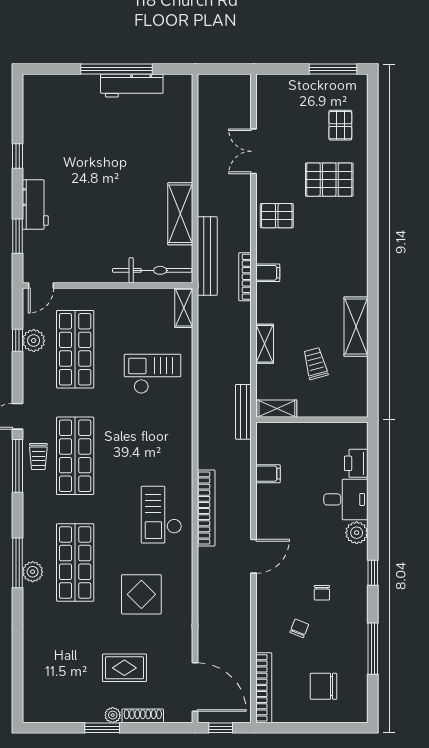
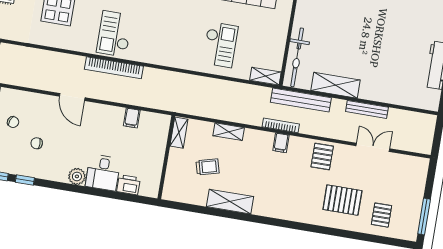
pallet: (340, 125) -> (381, 215), turned 90
pallet: (329, 180) -> (342, 200), turned 90
bench: (243, 412) -> (367, 109), moved
checkout: (161, 515) -> (115, 34), turned -90
window: (373, 573) -> (25, 180), moved

